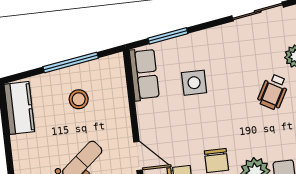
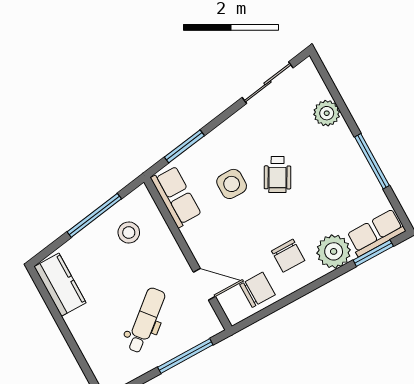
wheelchair: (273, 92) -> (277, 174), moved
stool: (79, 99) -> (129, 233), moved

